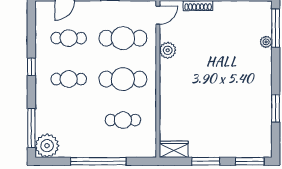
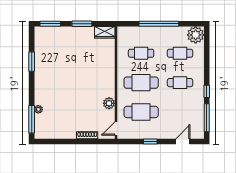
cafe table: (69, 38) -> (180, 53), moved
window: (31, 128) -> (207, 118), moved

